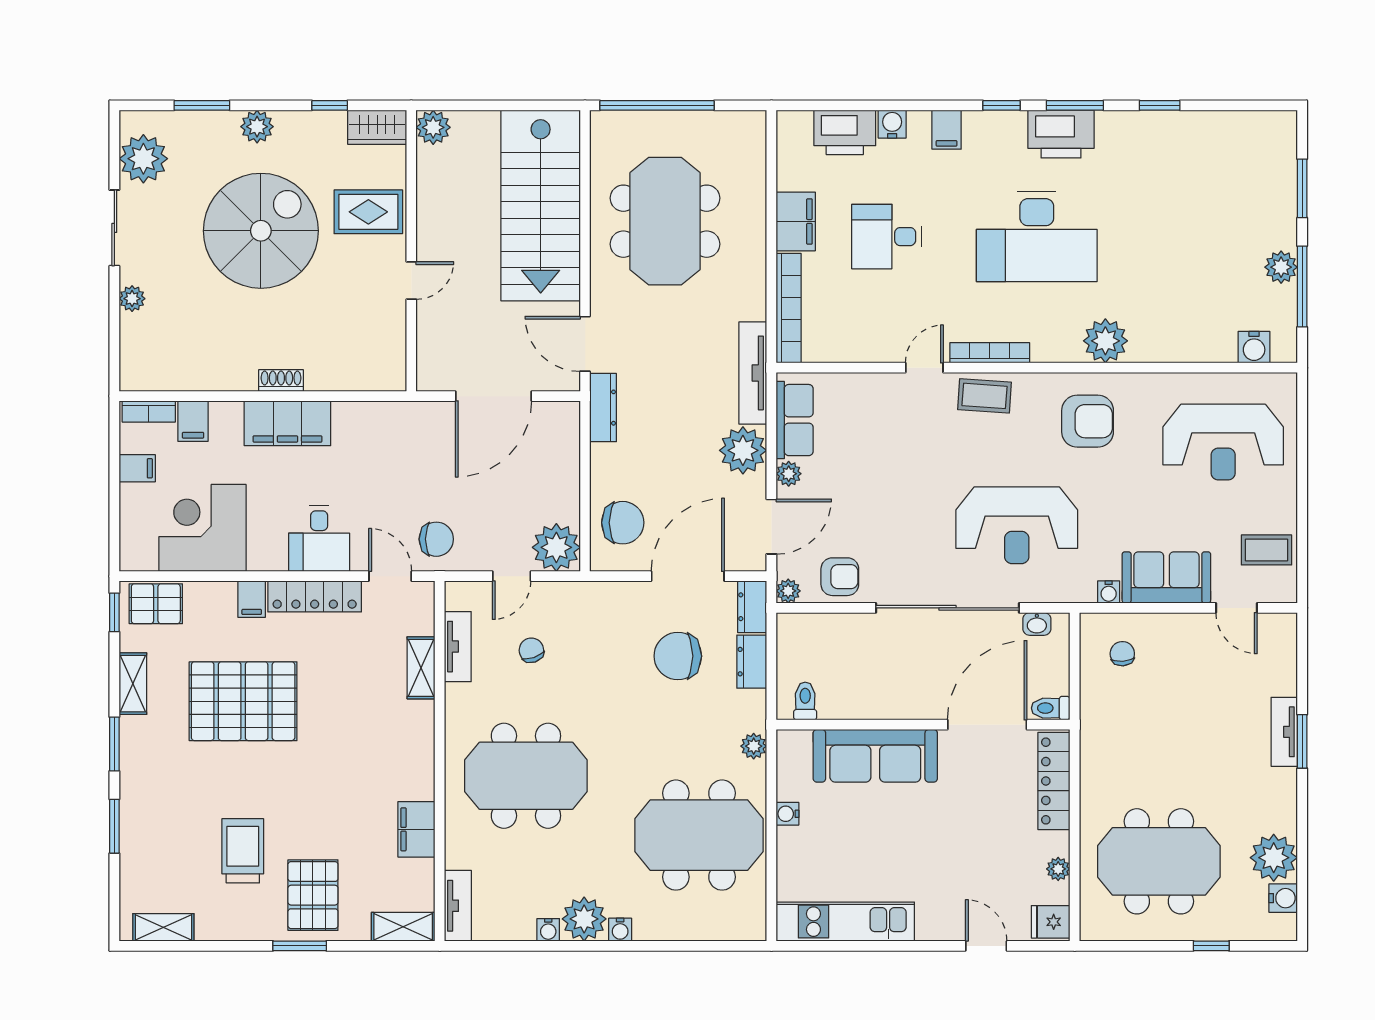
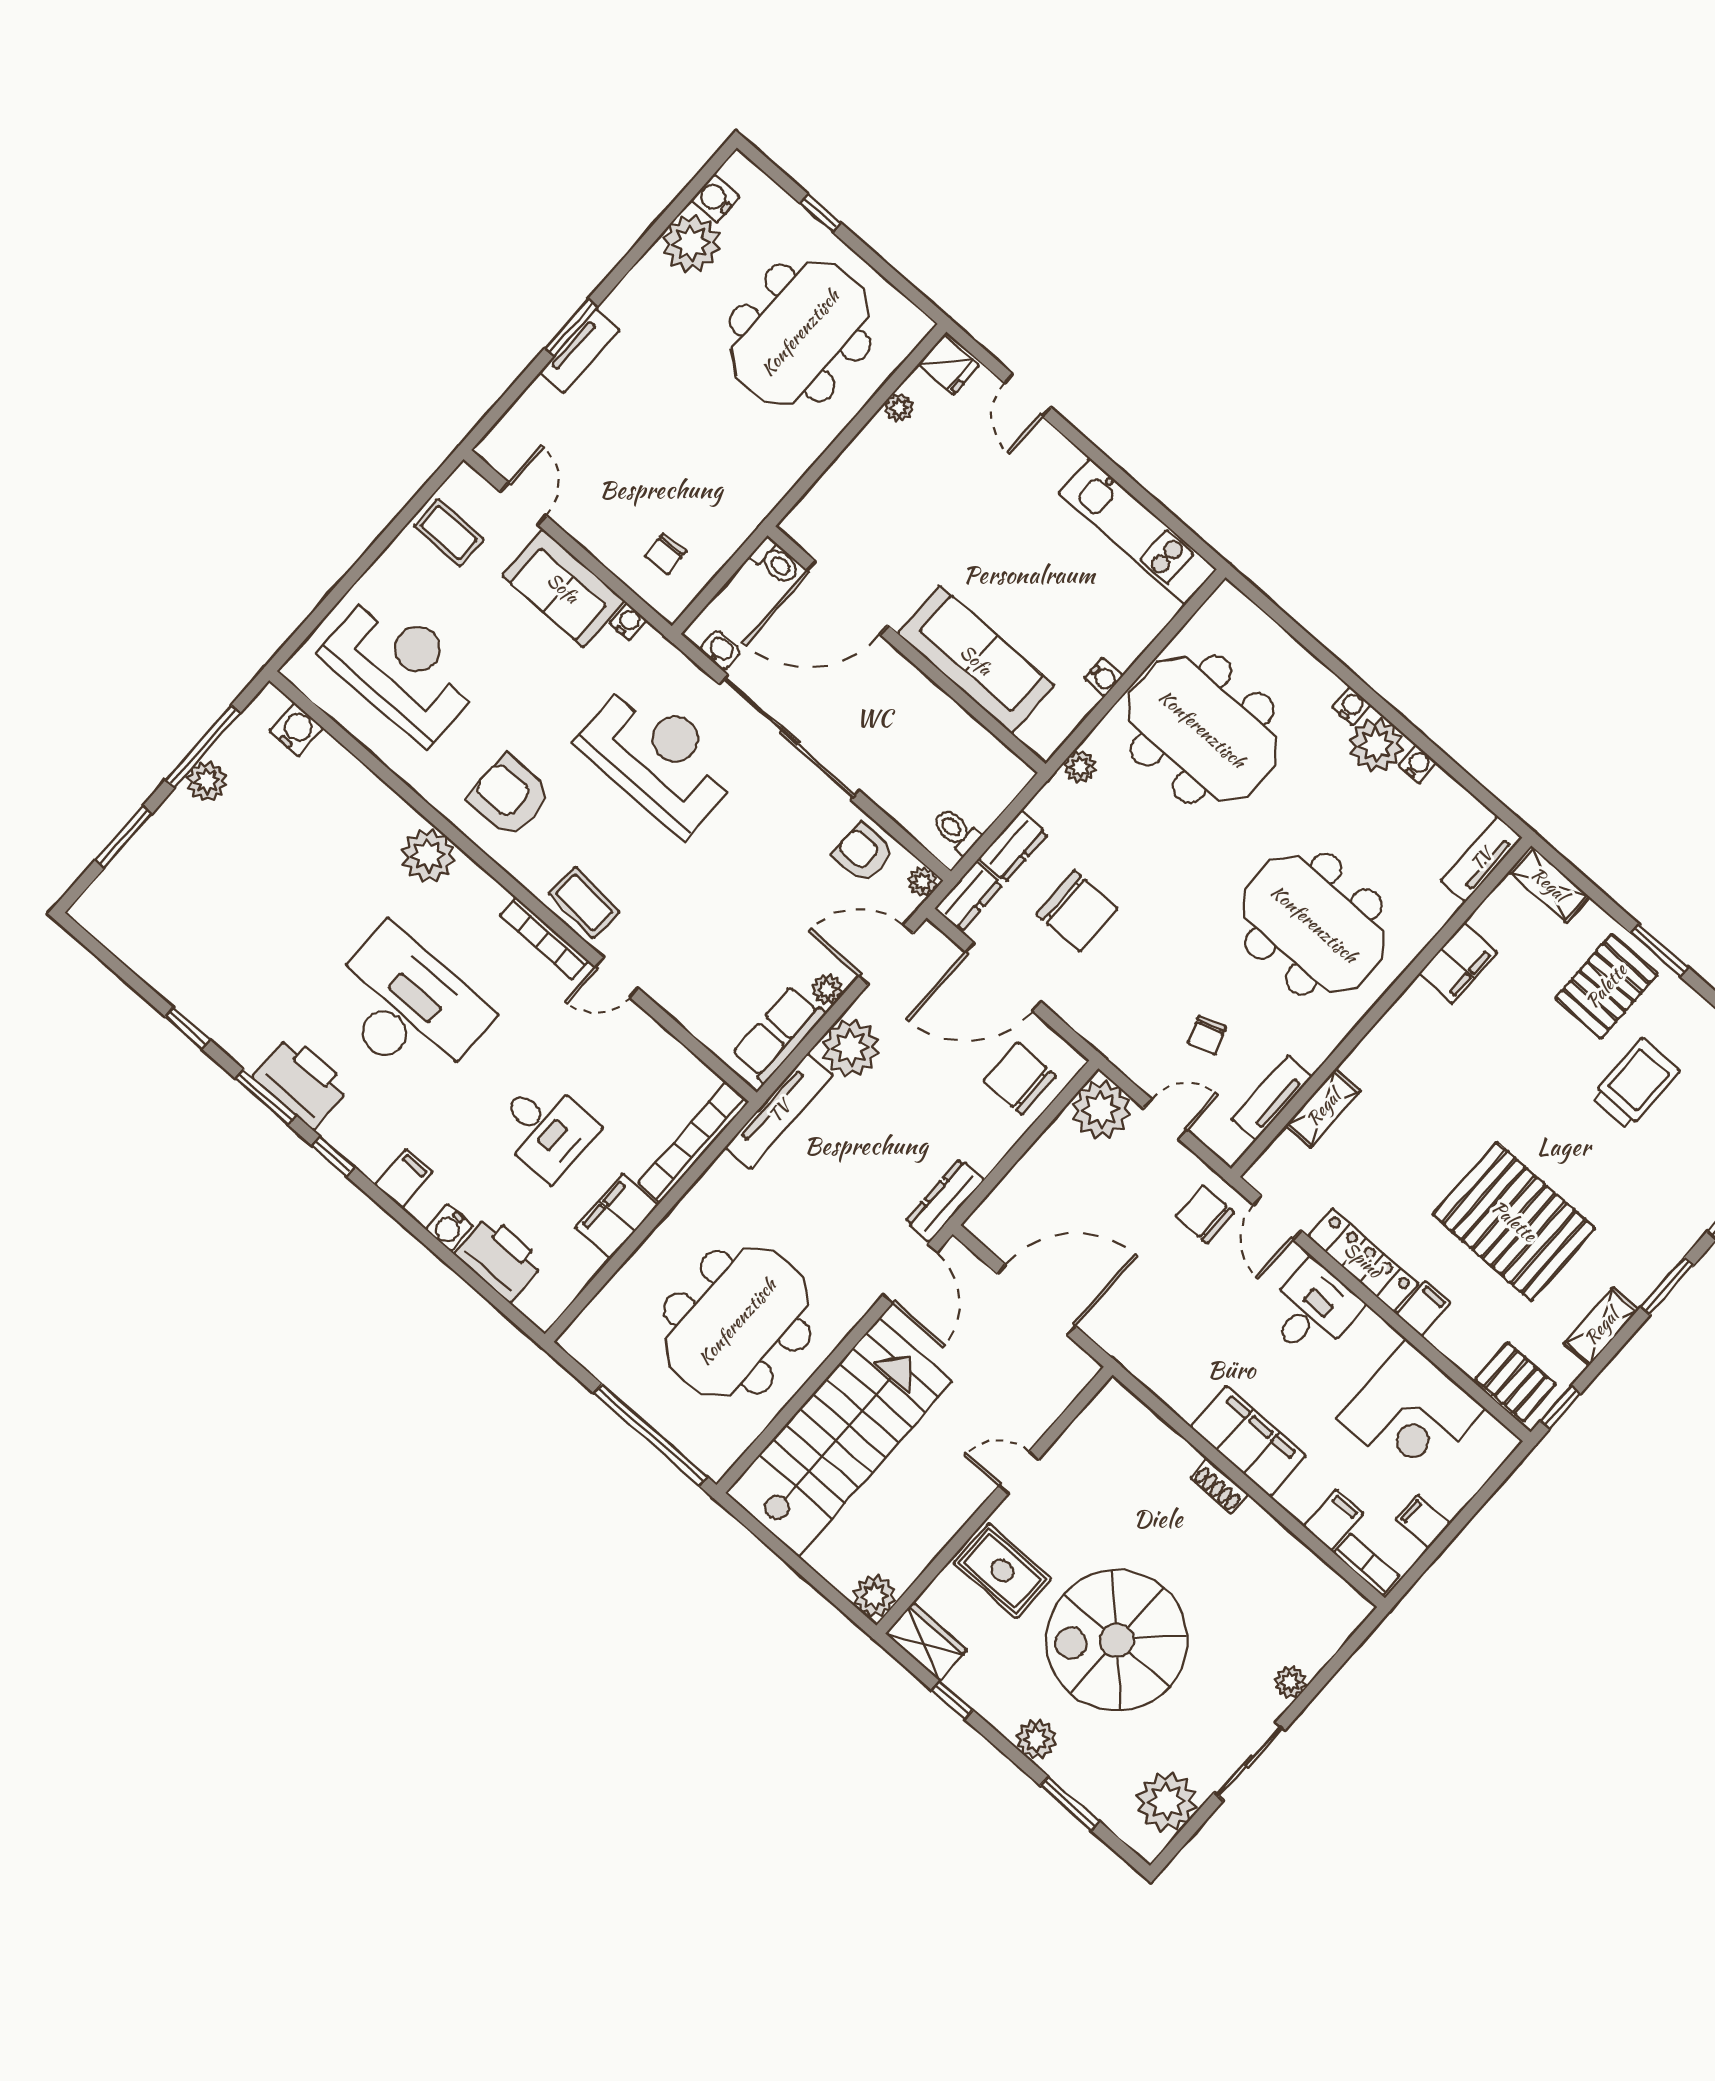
toilet: (805, 701) -> (956, 831), moved, turned 90
locker: (1054, 781) -> (832, 492), removed
trolley: (243, 851) -> (1635, 1084), turned 180
meeting table: (1159, 861) -> (800, 333), turned 90

